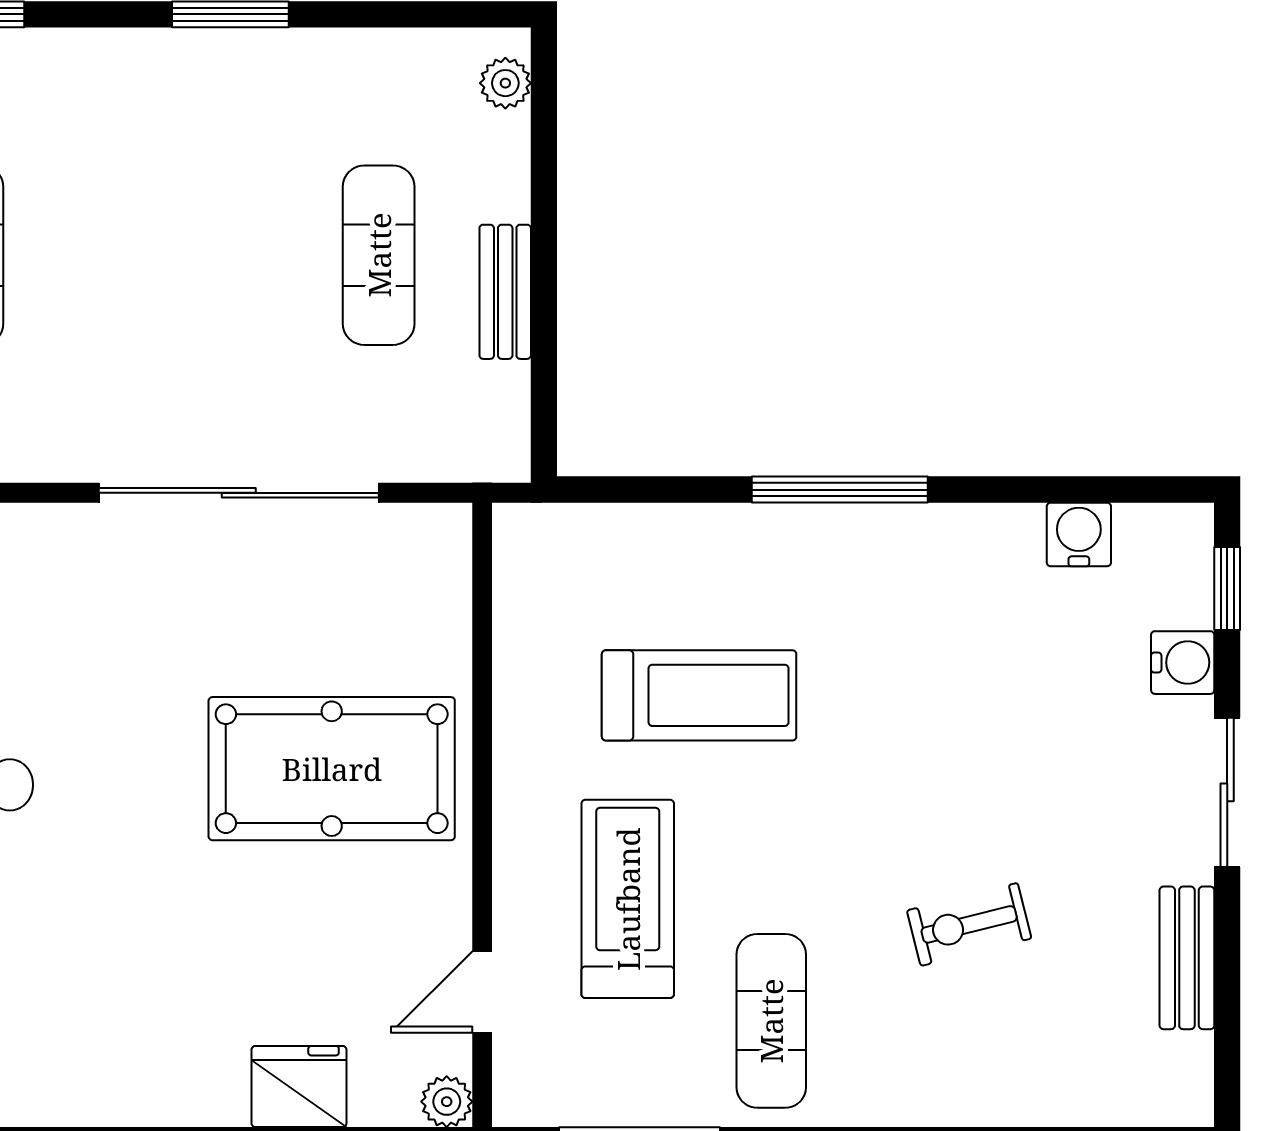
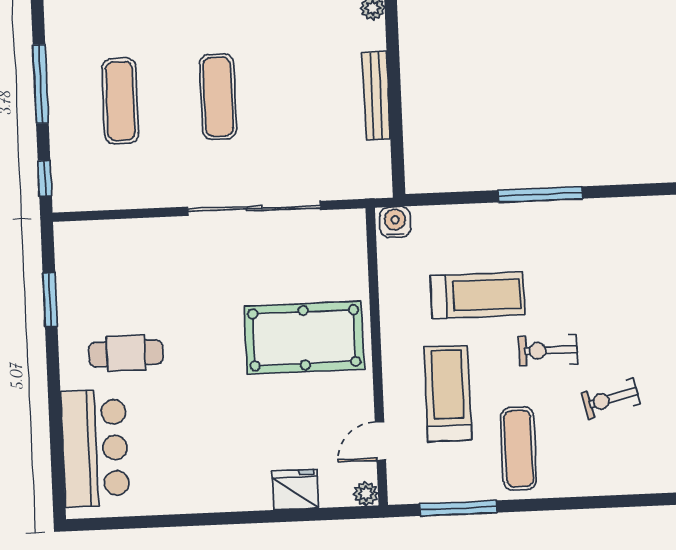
exercise mat: (379, 255) -> (218, 97), moved
bench: (505, 292) -> (376, 96), width x1.36
water cooler: (1079, 534) -> (395, 222), moved
exercise bike: (842, 817) -> (548, 350), added

